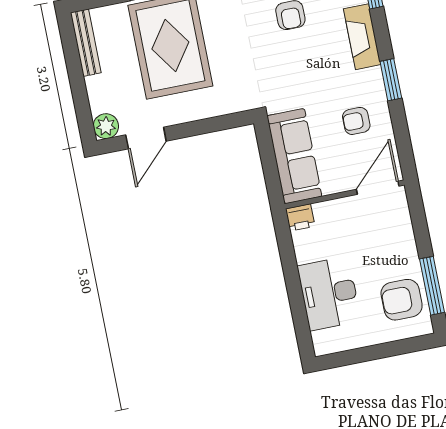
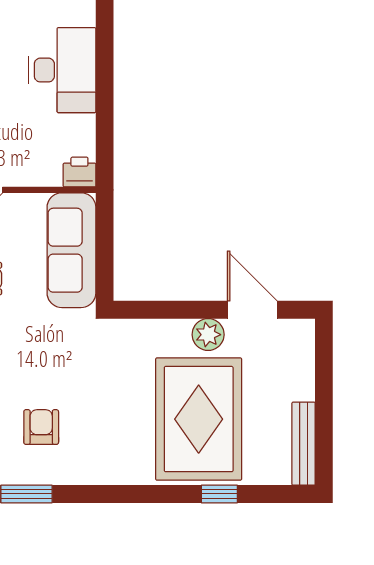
plant: (106, 126) -> (208, 335), moved
door: (146, 138) -> (252, 310), hinge flipped

